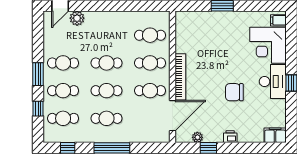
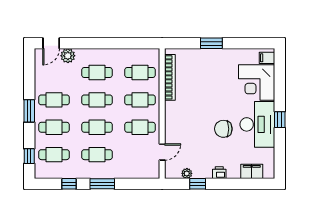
cafe table: (107, 35) -> (97, 72), added
bookcase: (180, 77) -> (170, 77), moved
desk: (273, 82) -> (257, 124), width x1.36, depth x1.30
window: (38, 109) -> (29, 156), moved
door: (172, 116) -> (162, 152), width x0.53
filing cabinet: (275, 135) -> (252, 171), moved
window: (68, 148) -> (69, 184), moved
window: (112, 148) -> (102, 184), width x0.69

